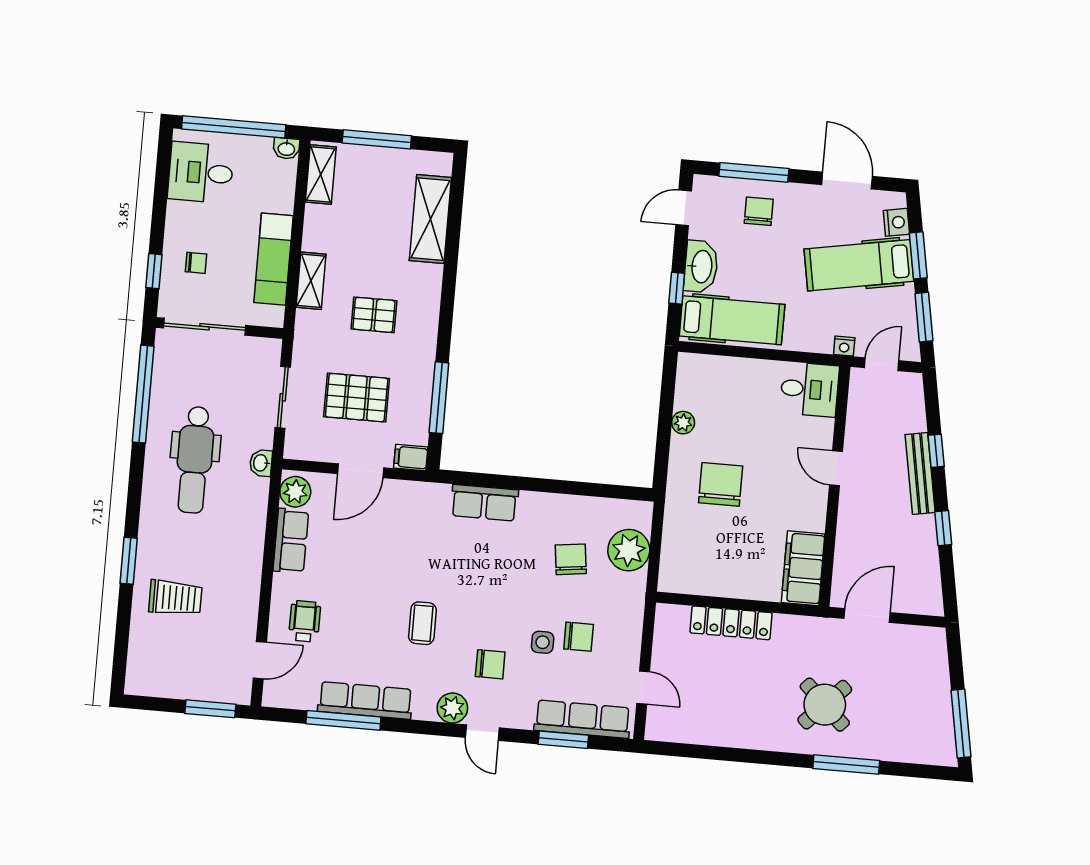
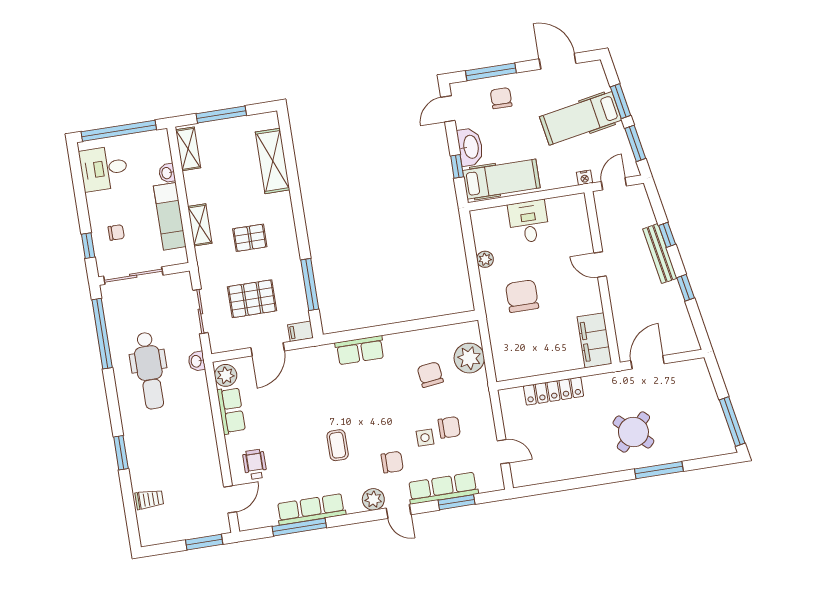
washbasin: (286, 149) -> (167, 173), moved, turned 90
nightstand: (896, 222) -> (599, 82), removed
desk: (809, 389) -> (529, 222), moved, turned -90
trolley: (175, 598) -> (149, 499), moved, width x0.73, depth x0.72
row of seats: (583, 719) -> (443, 488), moved

